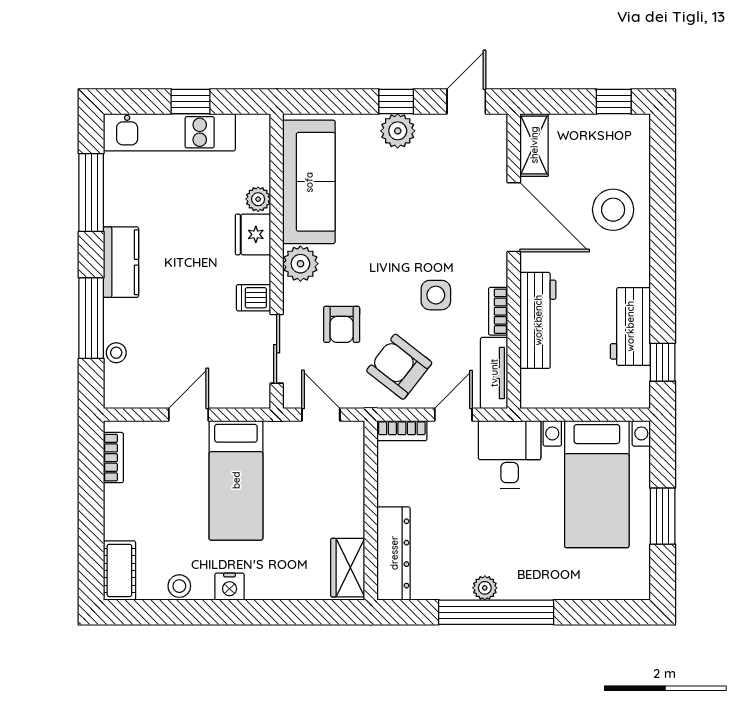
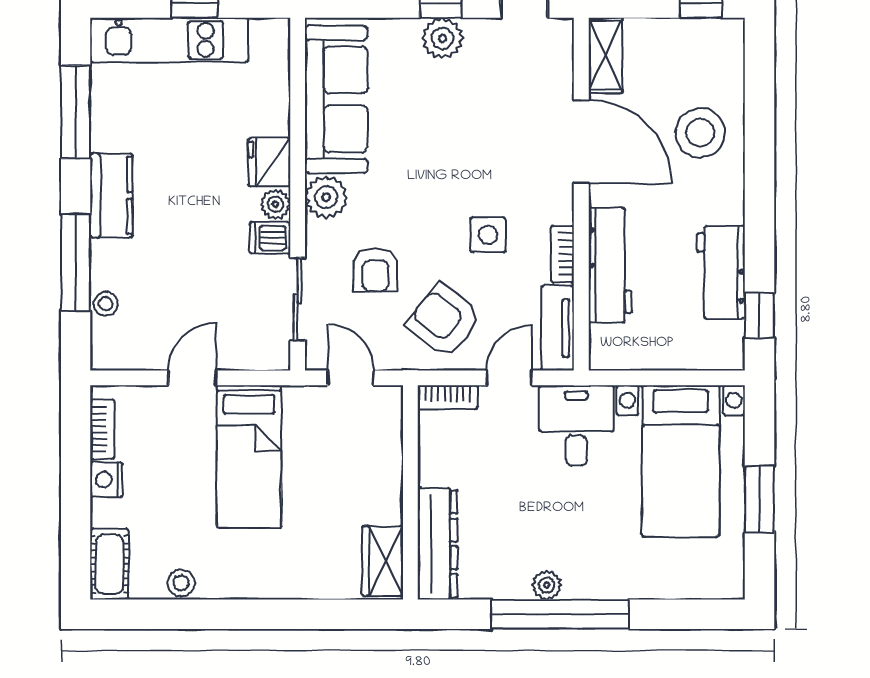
plant: (258, 199) -> (275, 204), moved
nightstand: (230, 587) -> (106, 480), moved, turned 90

